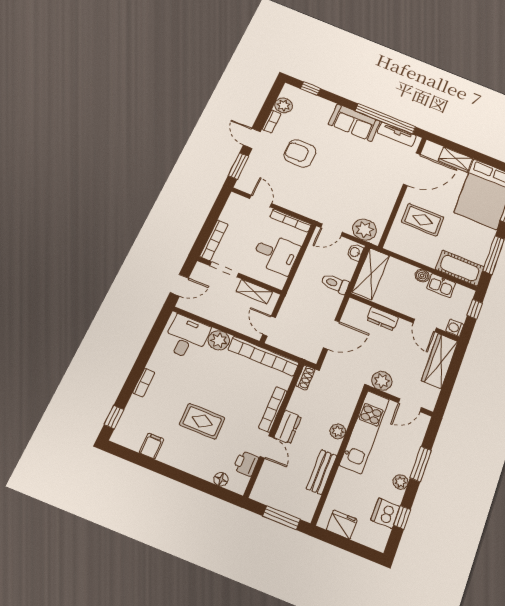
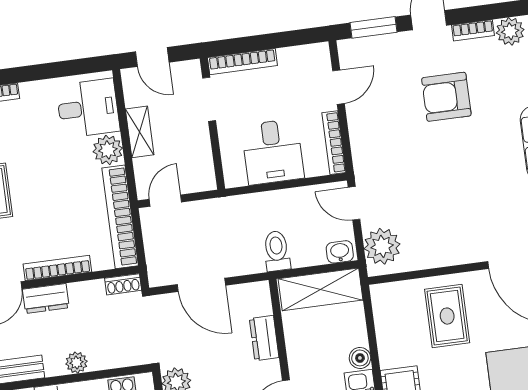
armchair: (300, 153) -> (446, 97), turned -90
shelving: (254, 292) -> (140, 132), moved

